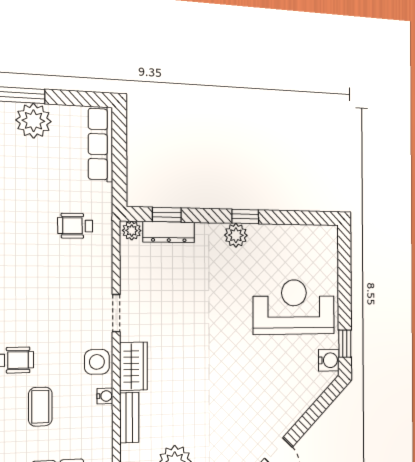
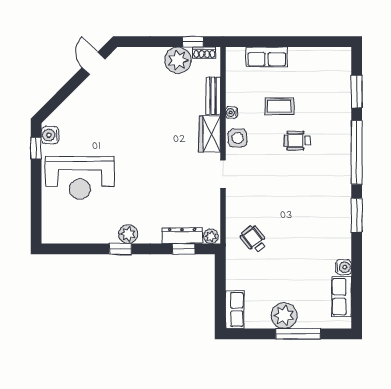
row of seats: (100, 144) -> (235, 310), width x0.68
wheelchair: (75, 226) -> (254, 239), turned -127
coffee table: (40, 407) -> (279, 106), turned 90

